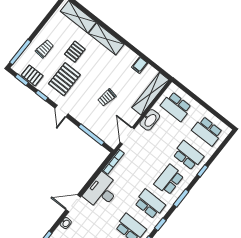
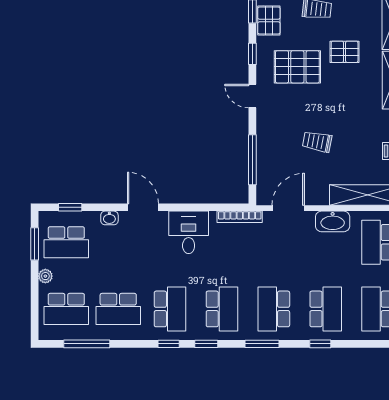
door: (61, 111) -> (252, 96), hinge flipped
school desk: (169, 180) -> (274, 309), turned -90
desk: (102, 191) -> (189, 232), width x0.73

